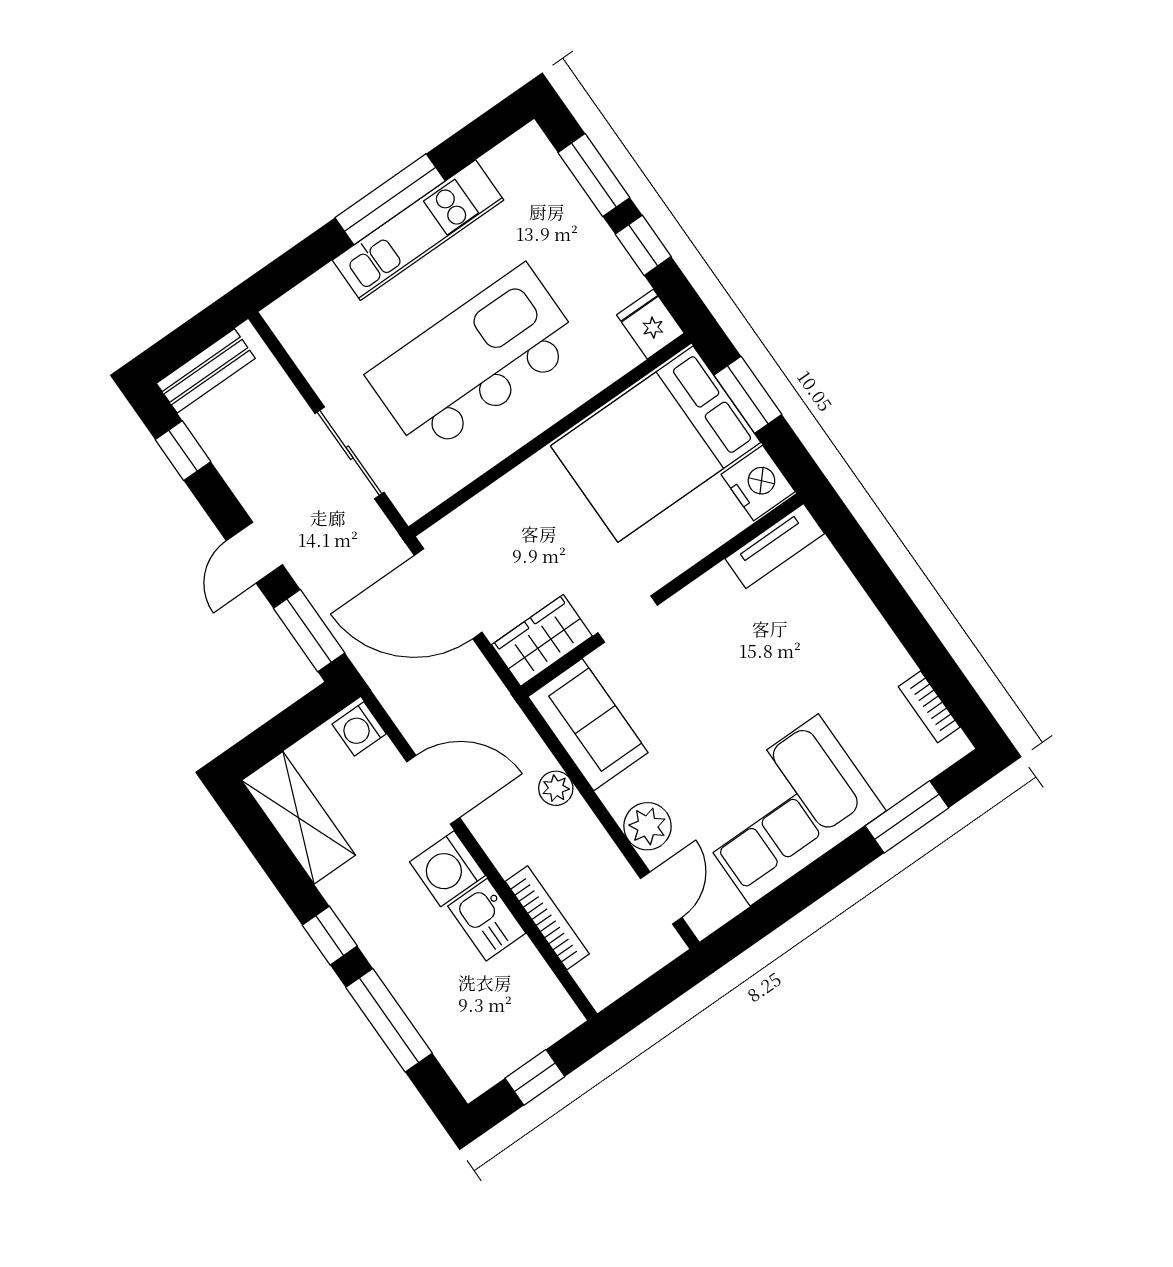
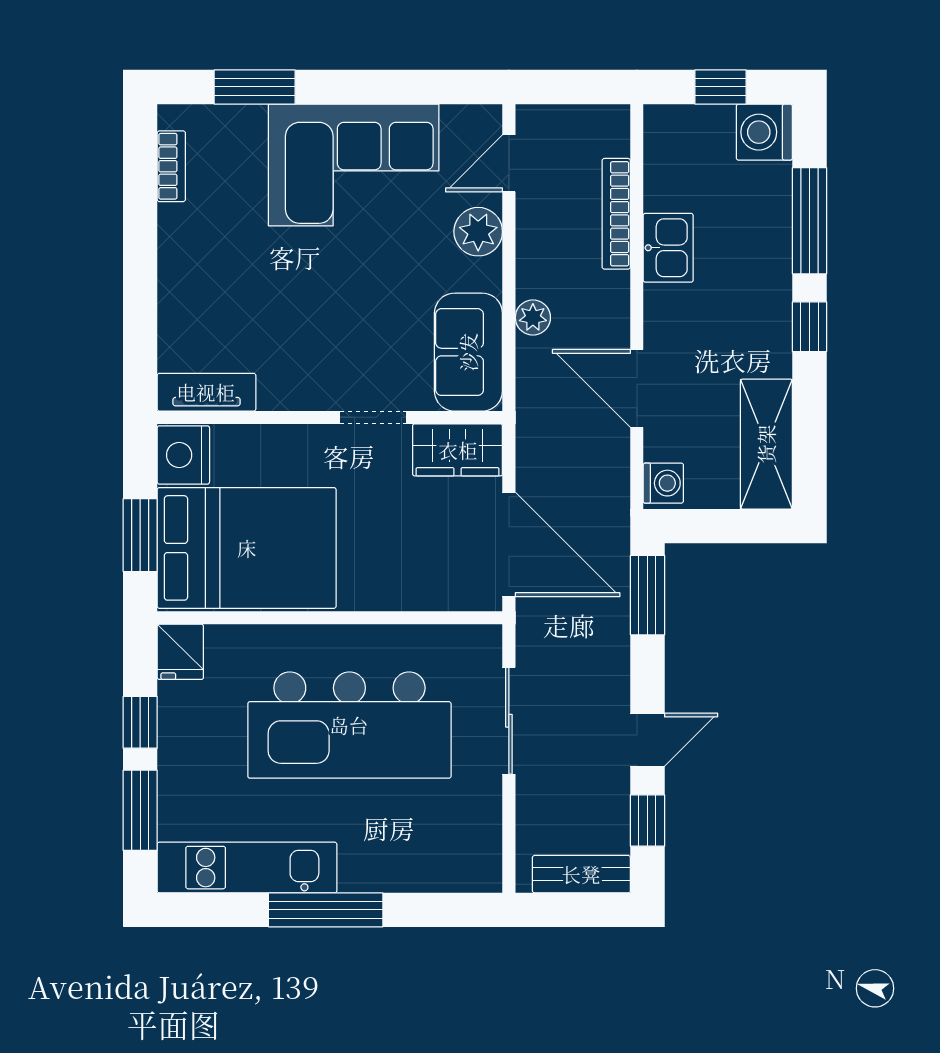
kitchen unit: (418, 230) -> (247, 868), moved
door: (254, 553) -> (647, 740), moved
washing machine: (447, 869) -> (764, 132), moved, turned 180

